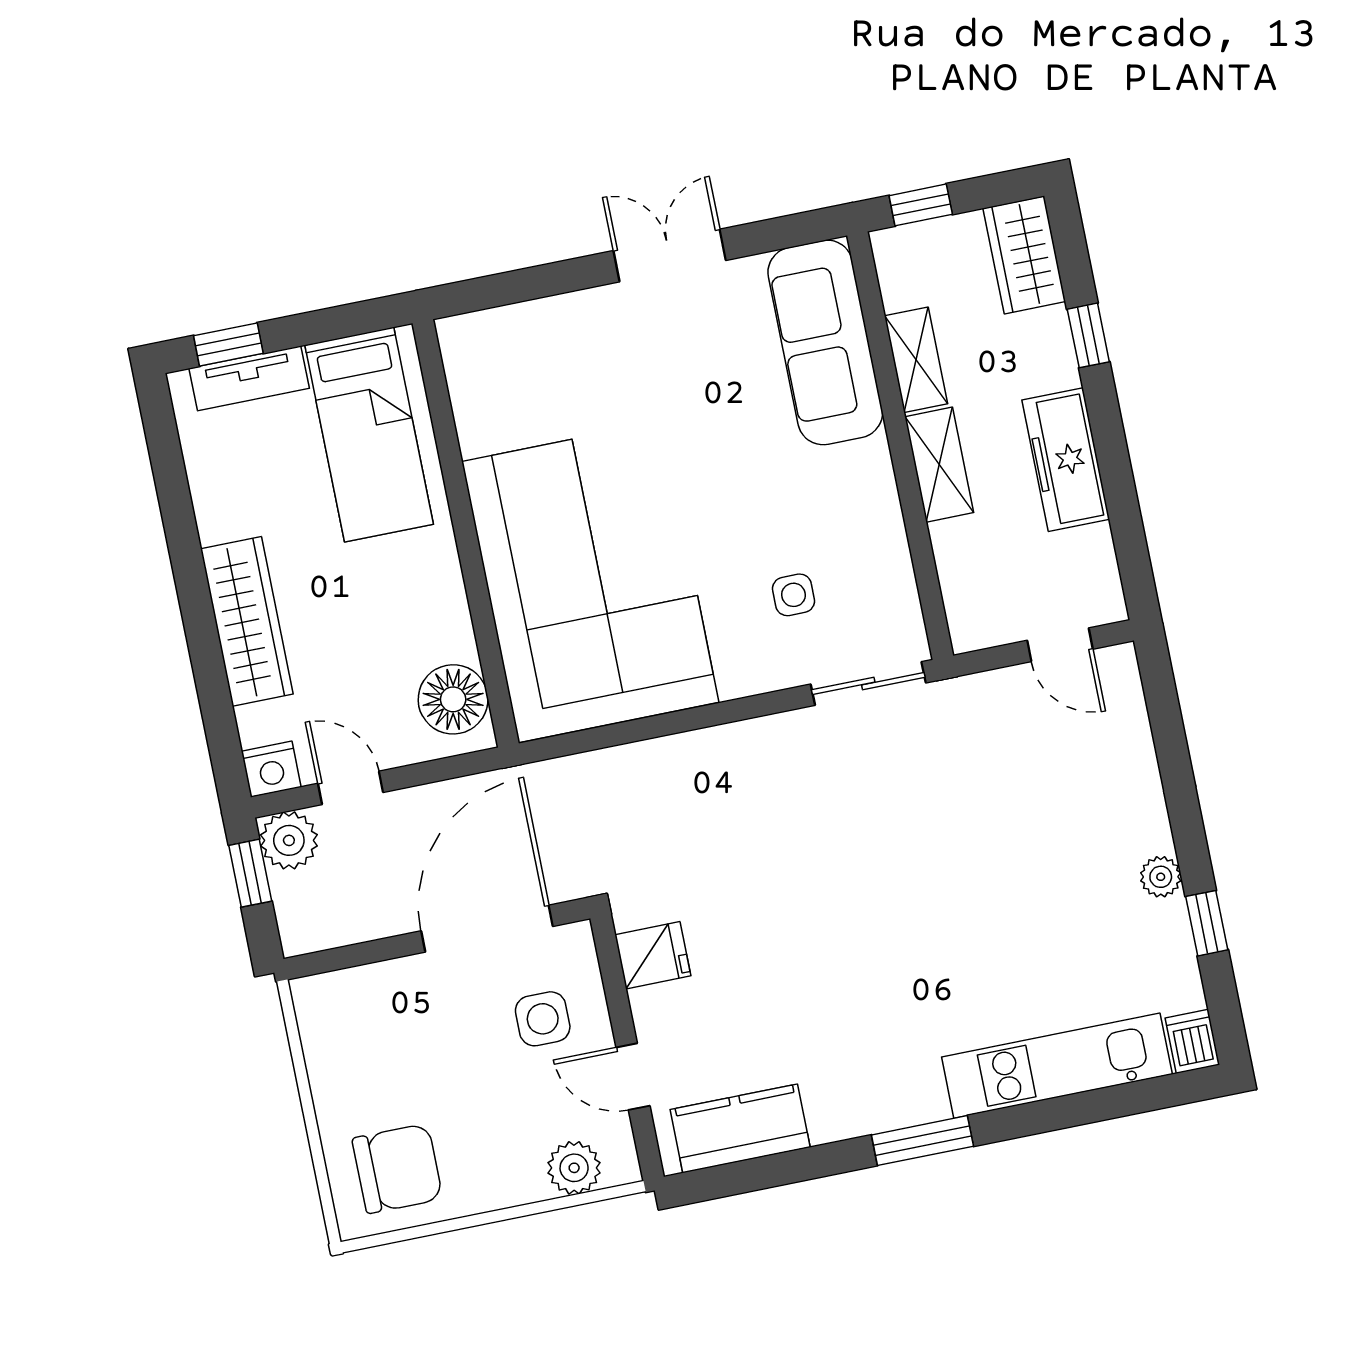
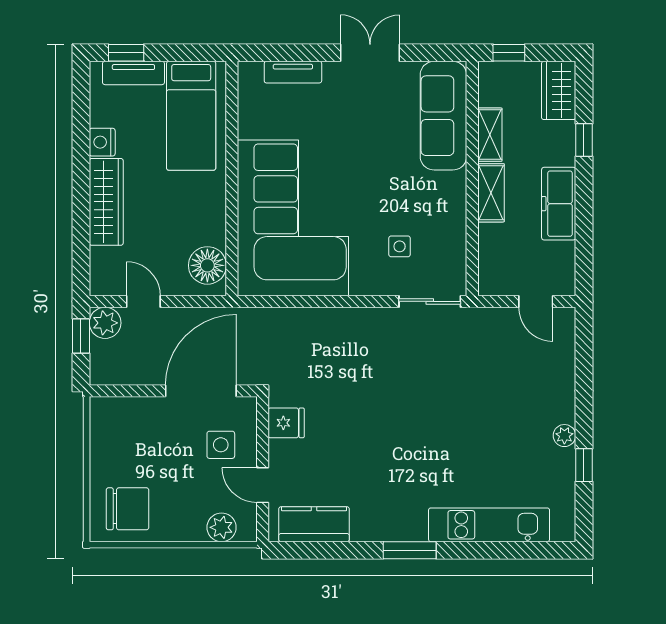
tv unit: (537, 319) -> (293, 72), added
nightstand: (271, 769) -> (102, 142), moved, turned 90
dishwasher: (1192, 1041) -> (564, 526), removed

